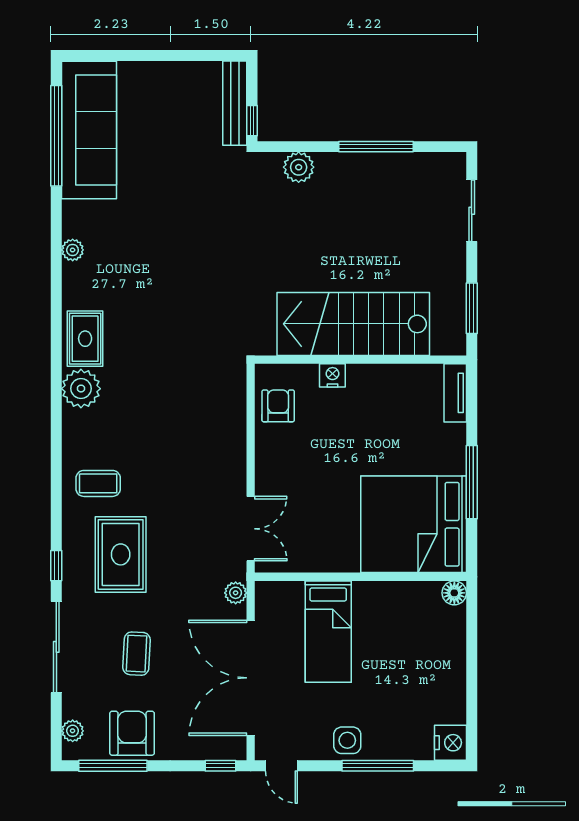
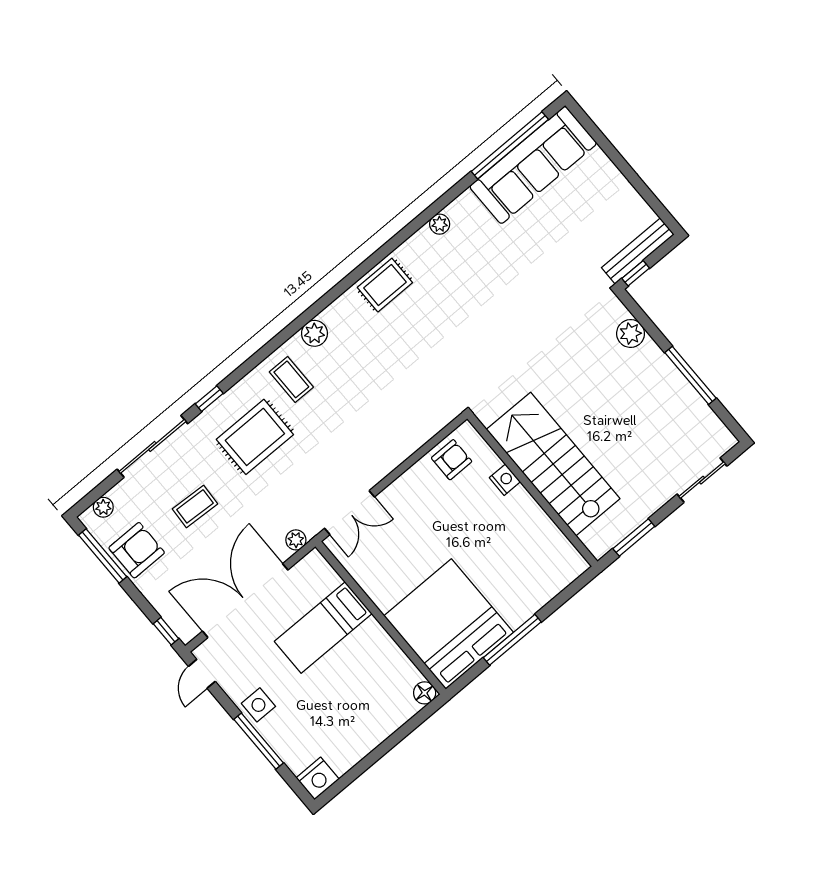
plant: (81, 389) -> (314, 333), moved, width x0.73, depth x0.73
tv unit: (455, 393) -> (565, 576), removed

